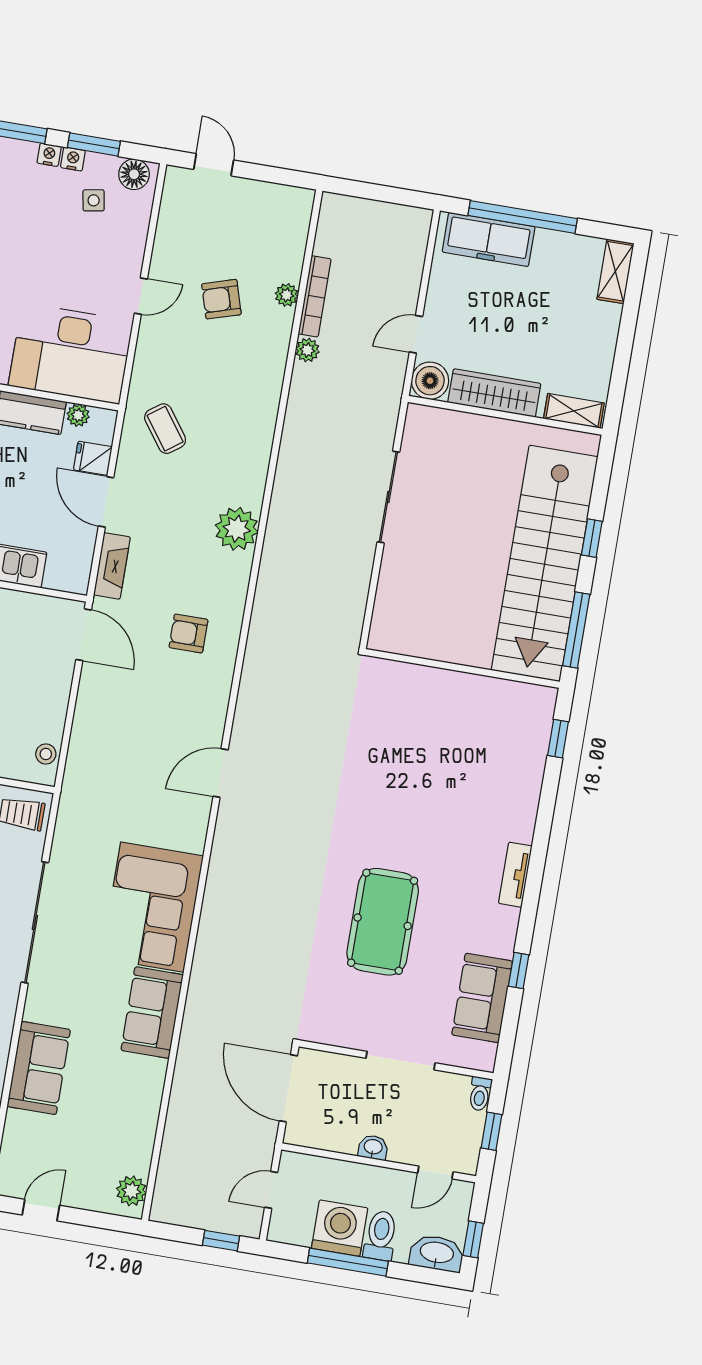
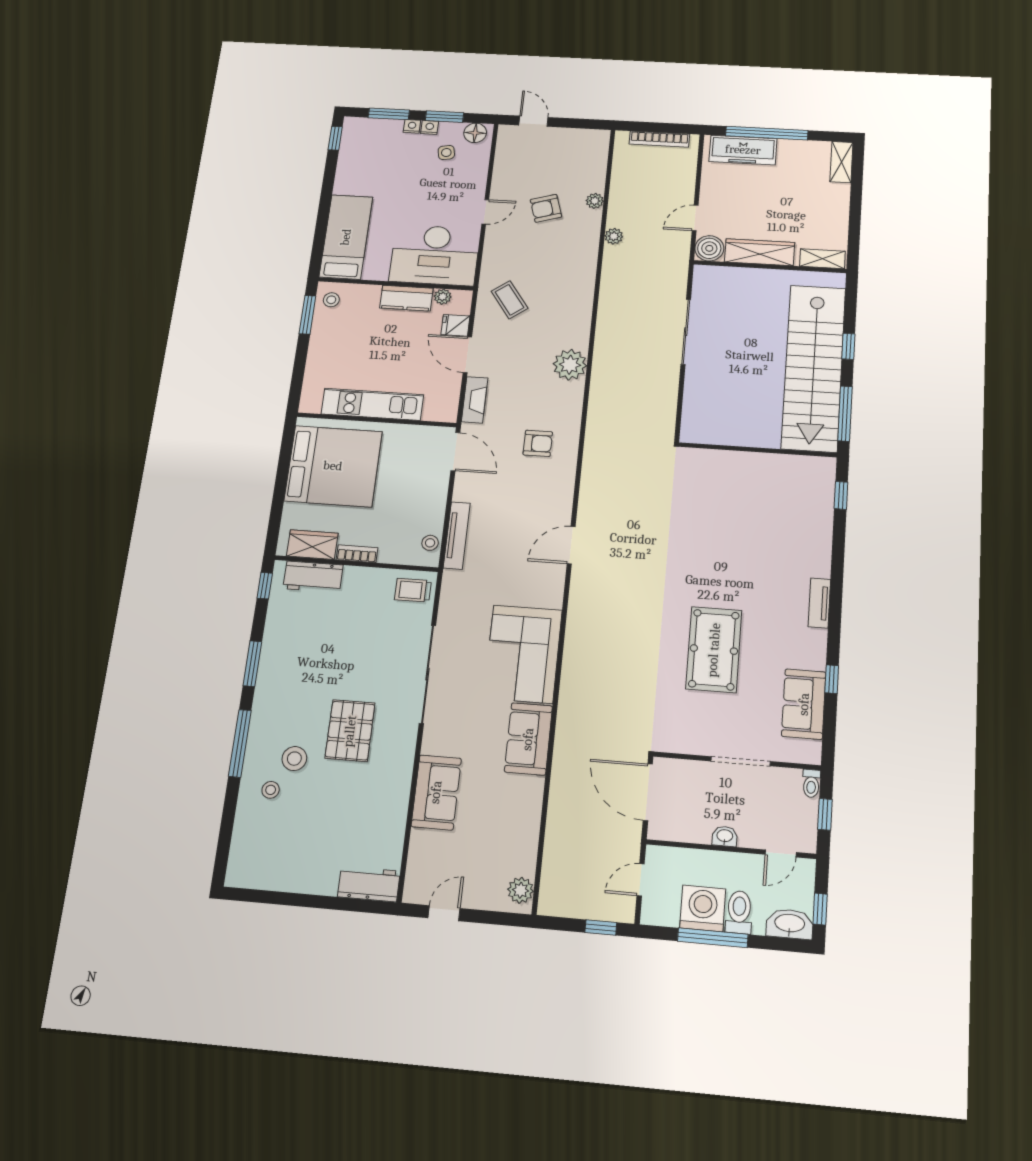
bookcase: (315, 296) -> (659, 139), moved, turned 90
armchair: (188, 633) -> (538, 443), turned 180
tv unit: (80, 747) -> (457, 536), added

